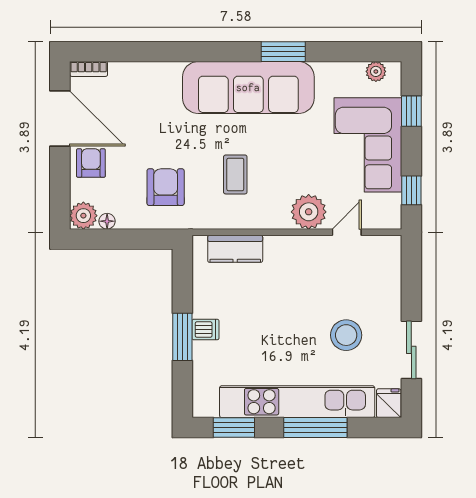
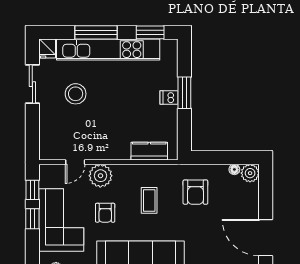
window: (411, 111) -> (32, 219), moved
armchair: (91, 163) -> (105, 213), moved

